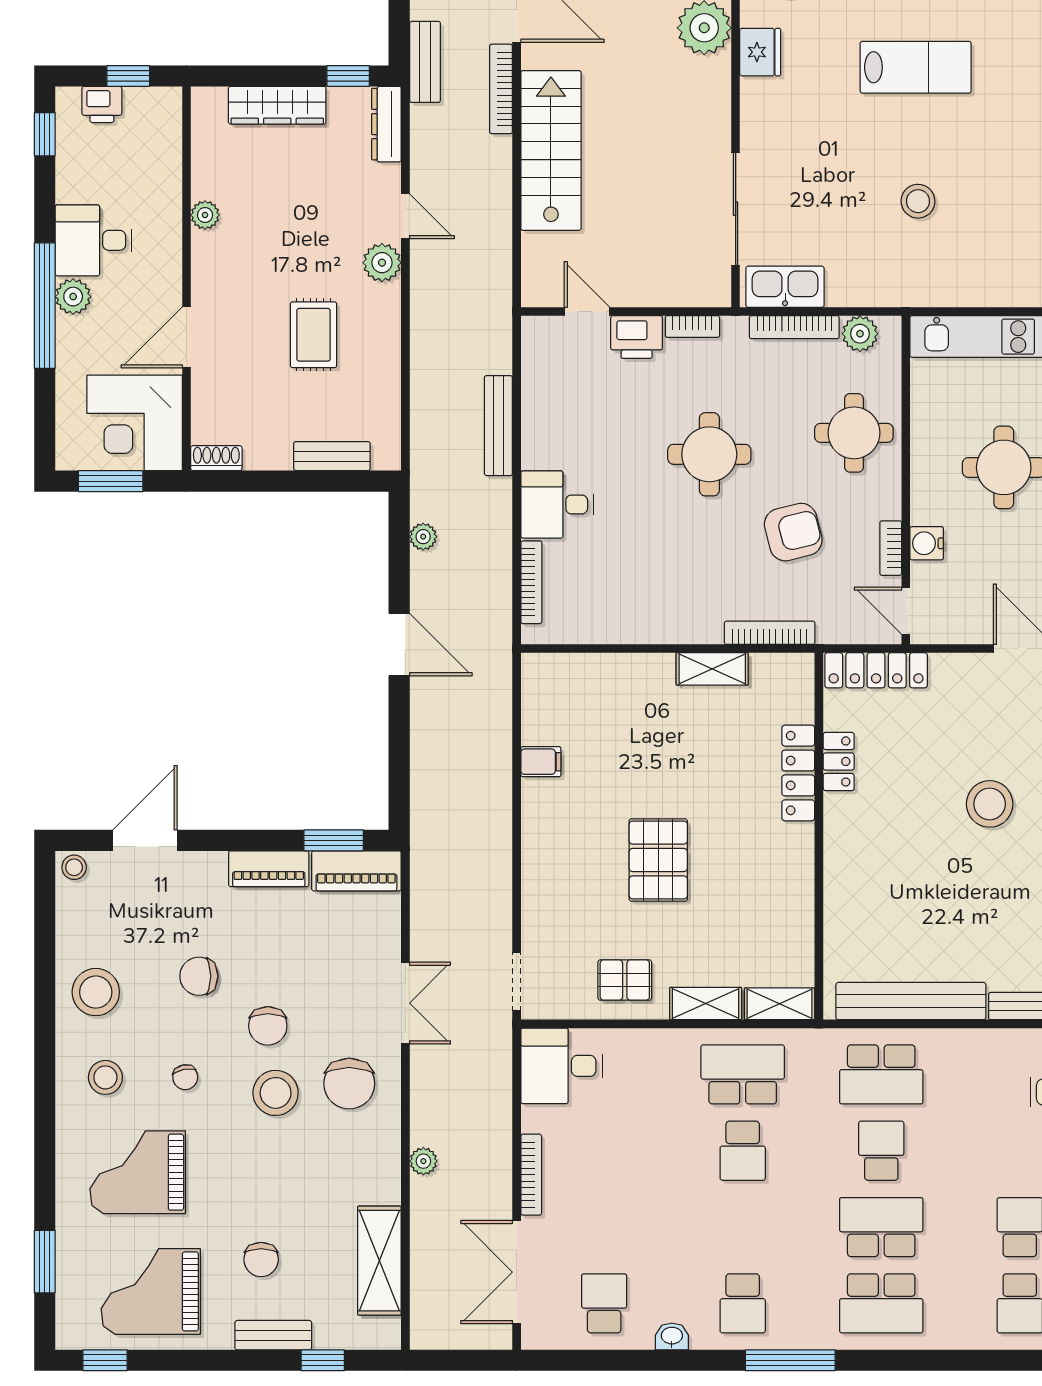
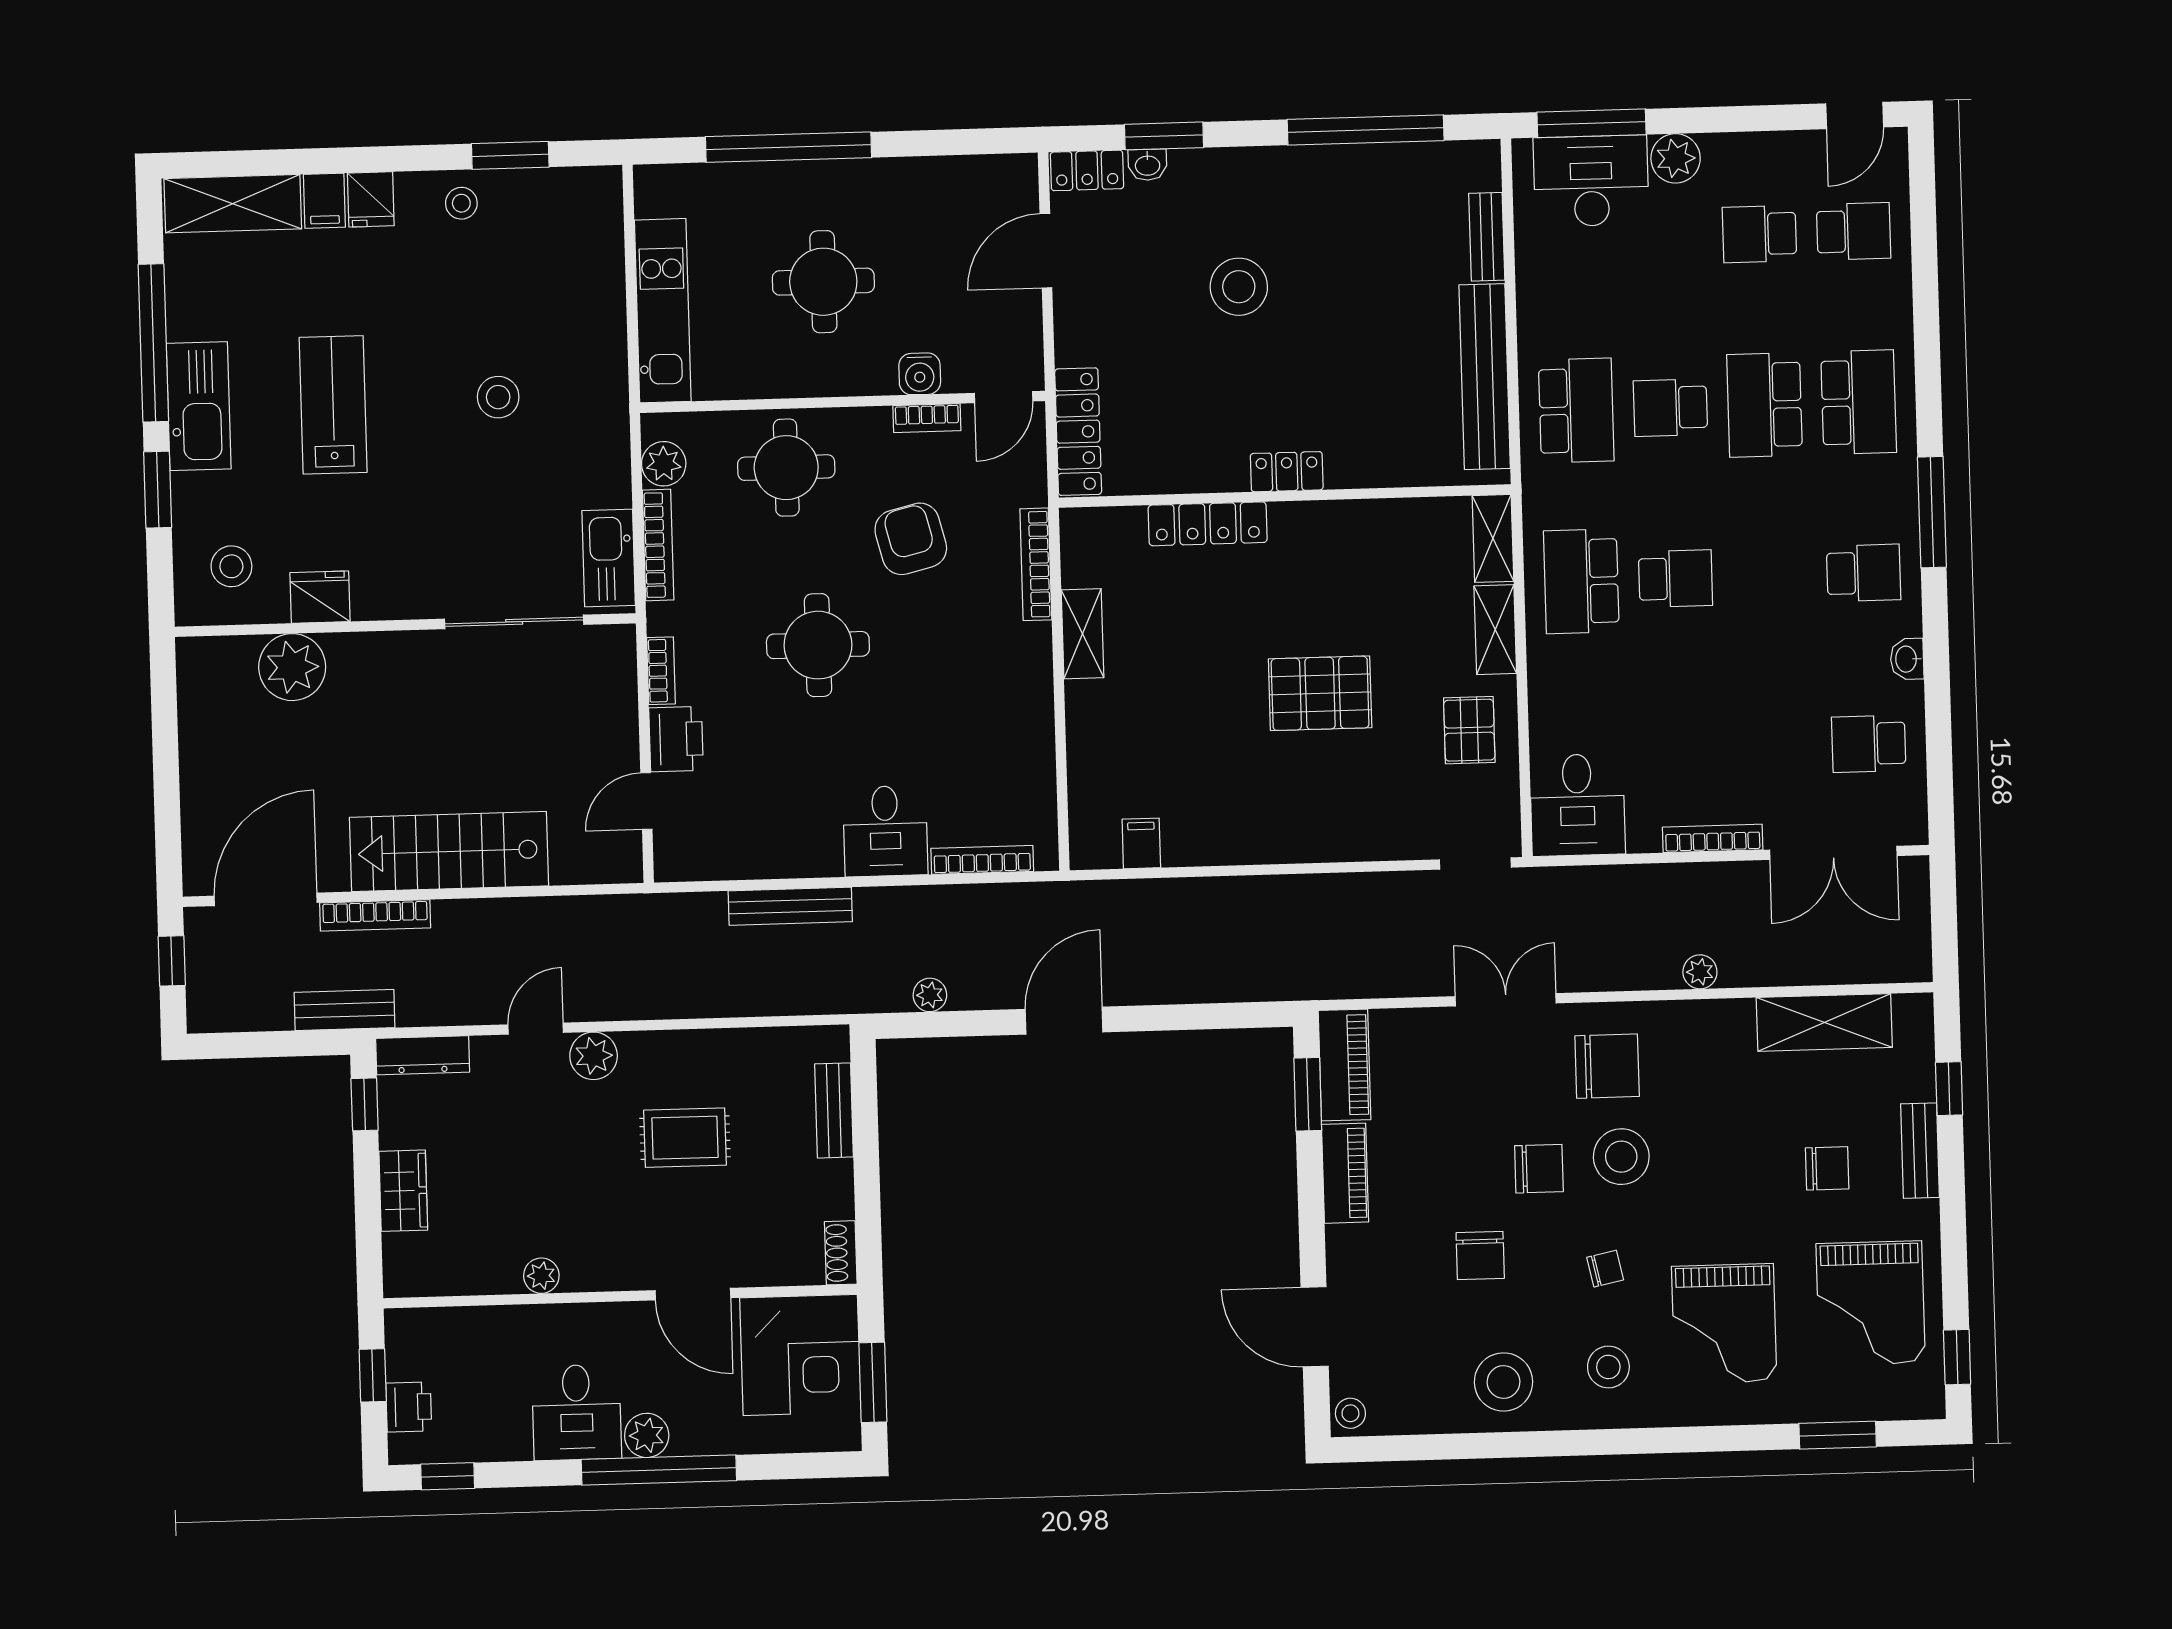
wardrobe: (277, 105) -> (403, 1191), width x0.67
locker: (839, 761) -> (1287, 472), moved
filing cabinet: (541, 762) -> (1141, 843), moved

